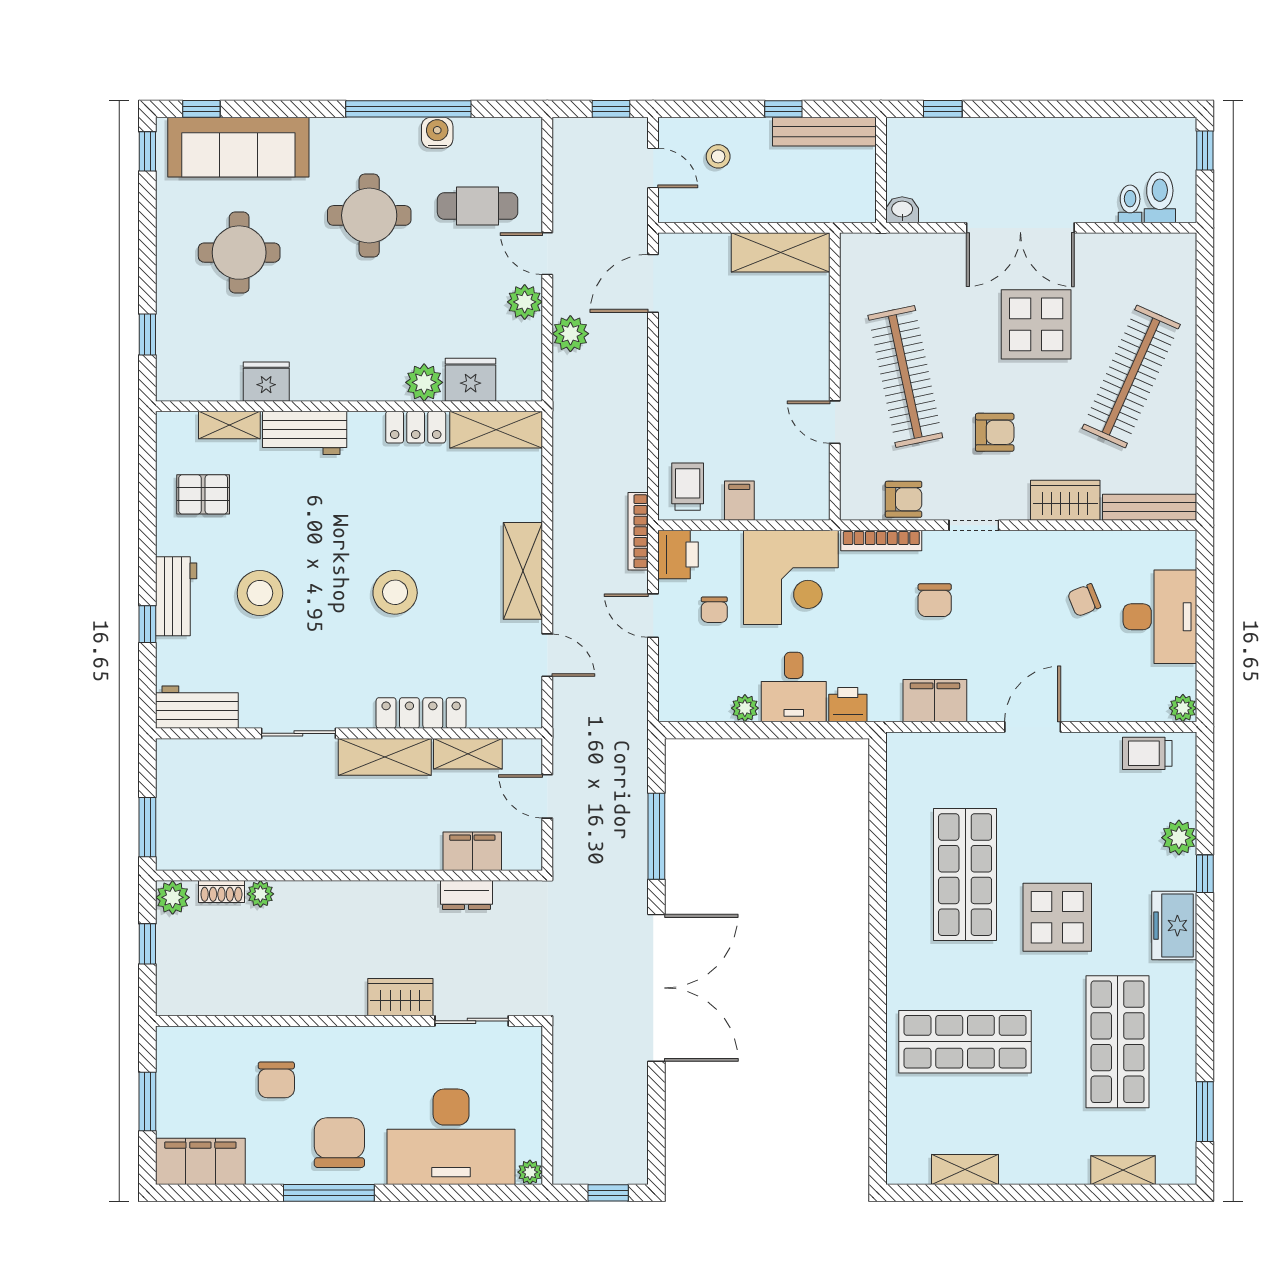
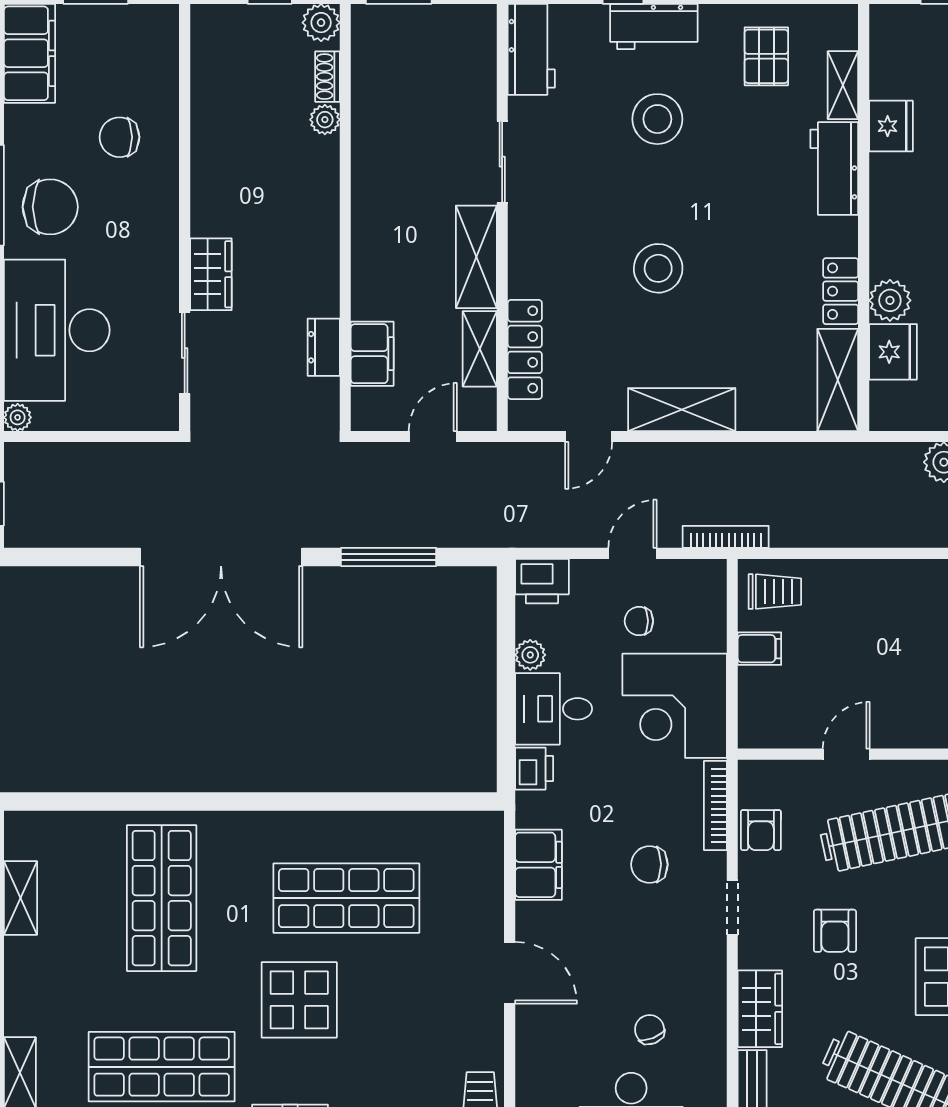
printer: (678, 555) -> (542, 581), moved
locker: (421, 713) -> (525, 349), moved

